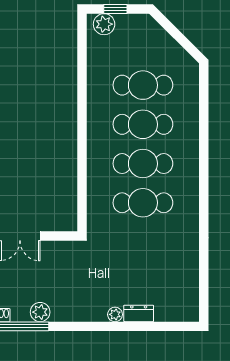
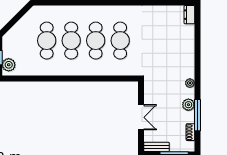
dresser: (139, 313) -> (189, 15), moved
plant: (115, 314) -> (190, 83), moved

